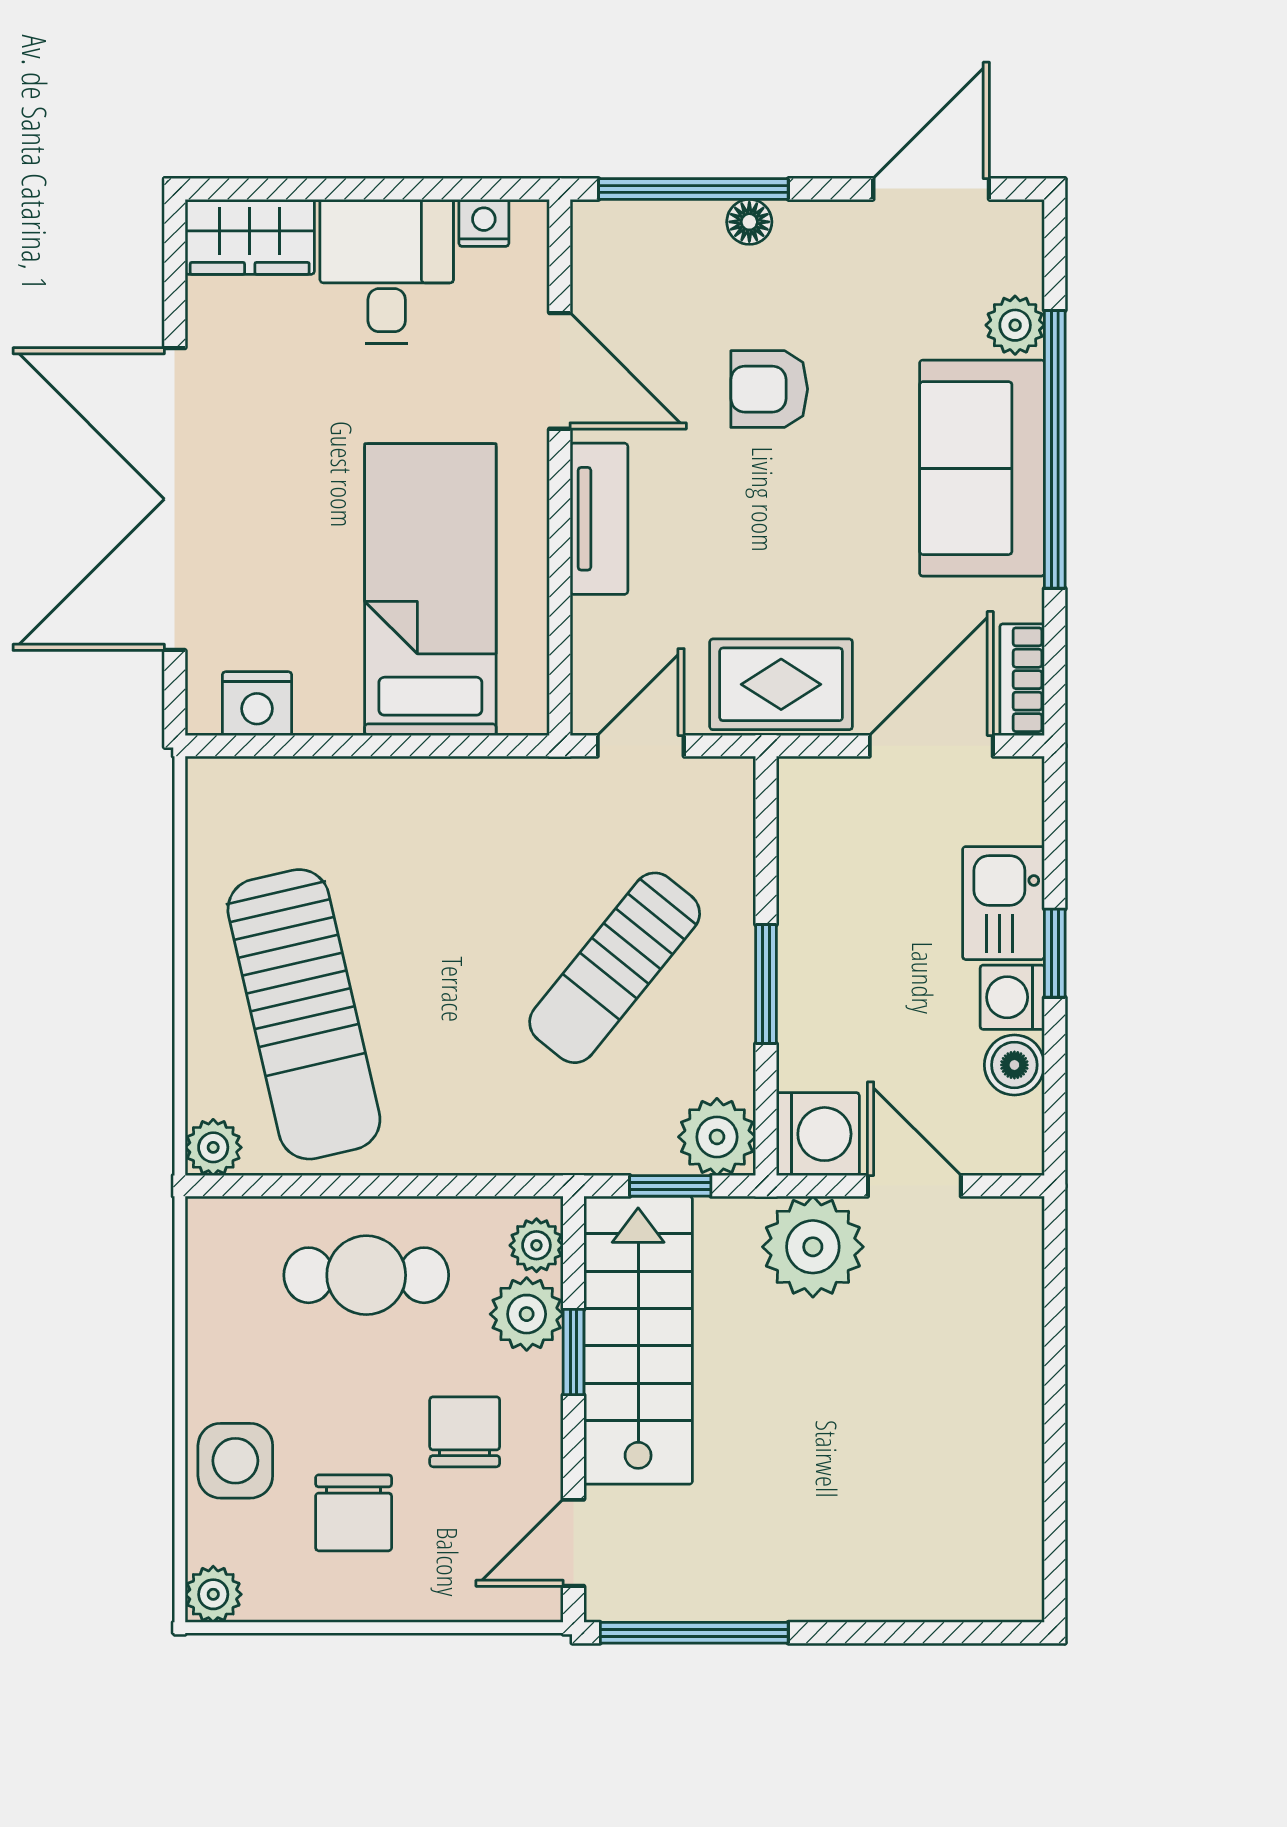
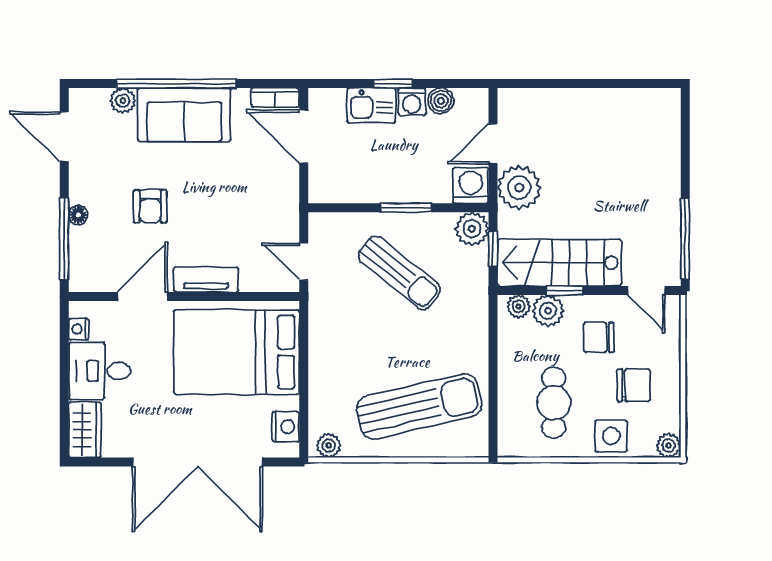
bed: (430, 590) -> (237, 352), width x1.50
rug: (781, 684) -> (277, 201), removed
plant: (213, 1147) -> (329, 445), moved
cafe table: (366, 1275) -> (554, 403), moved

